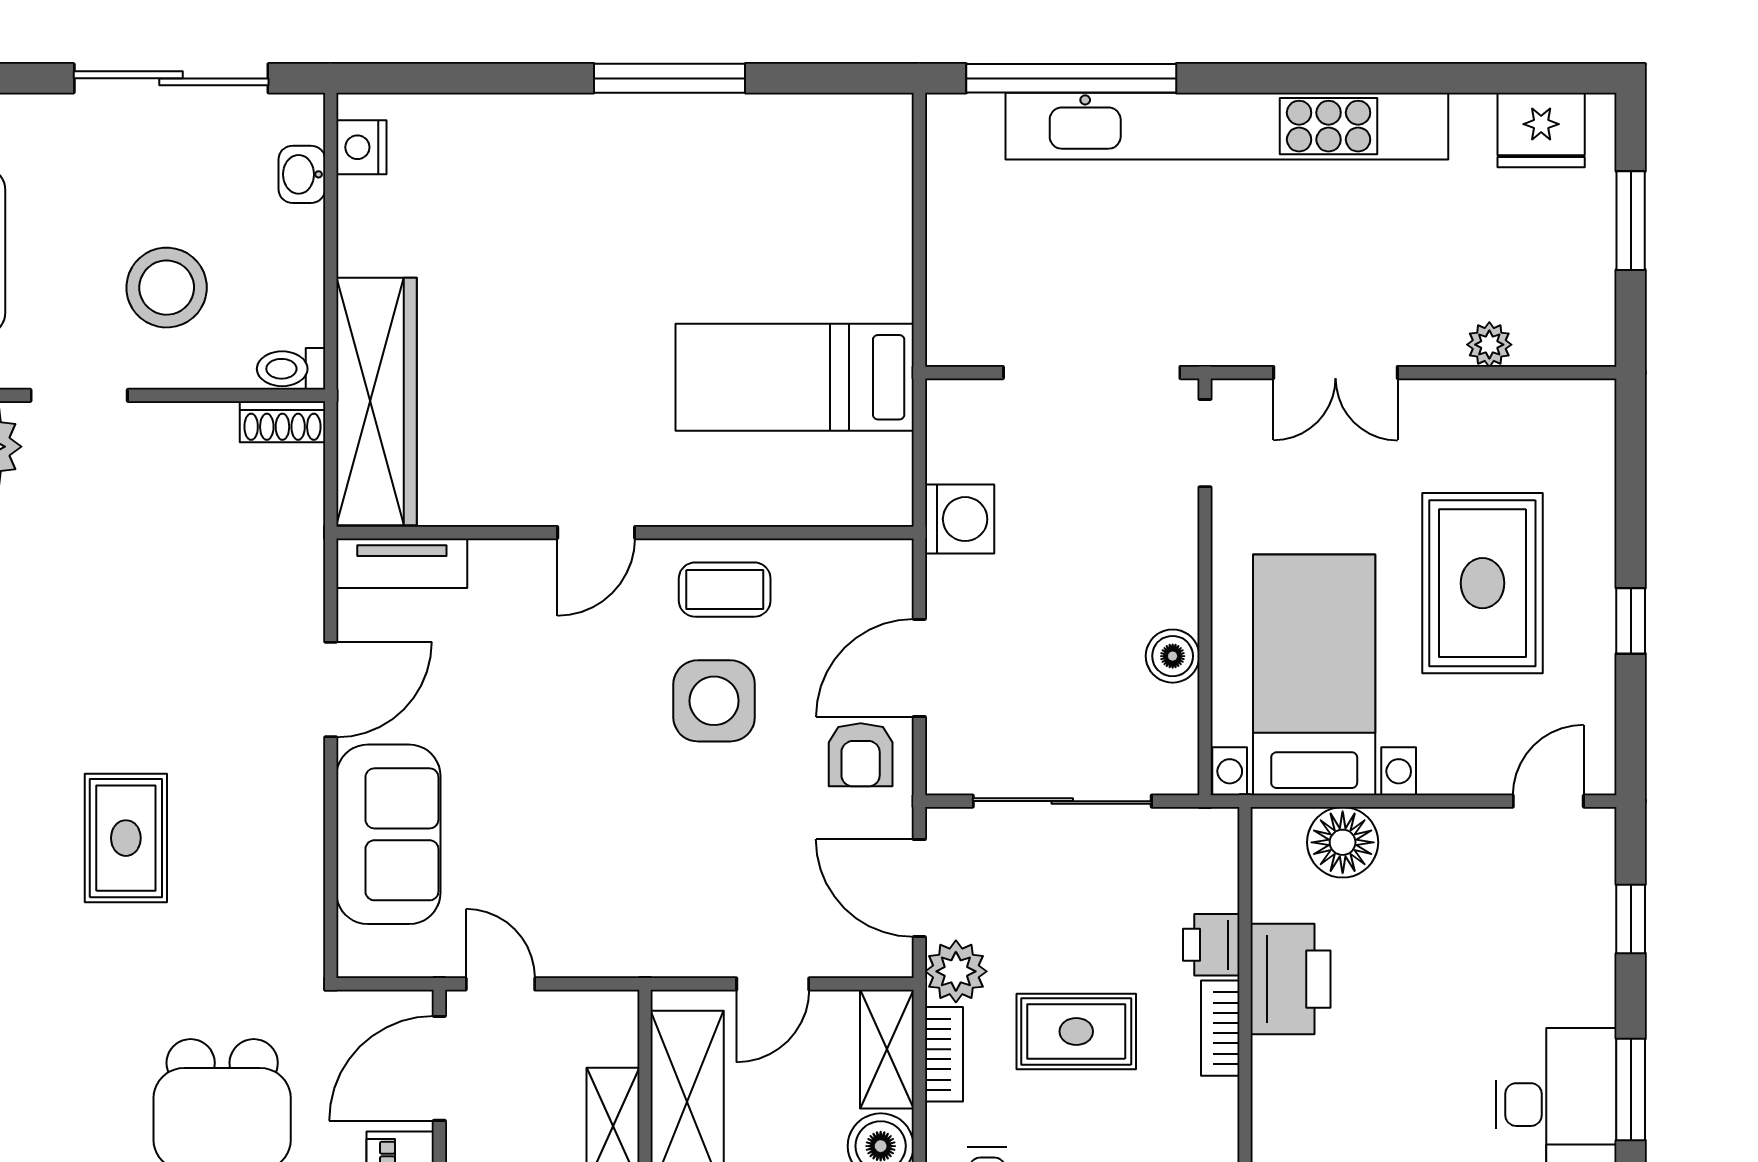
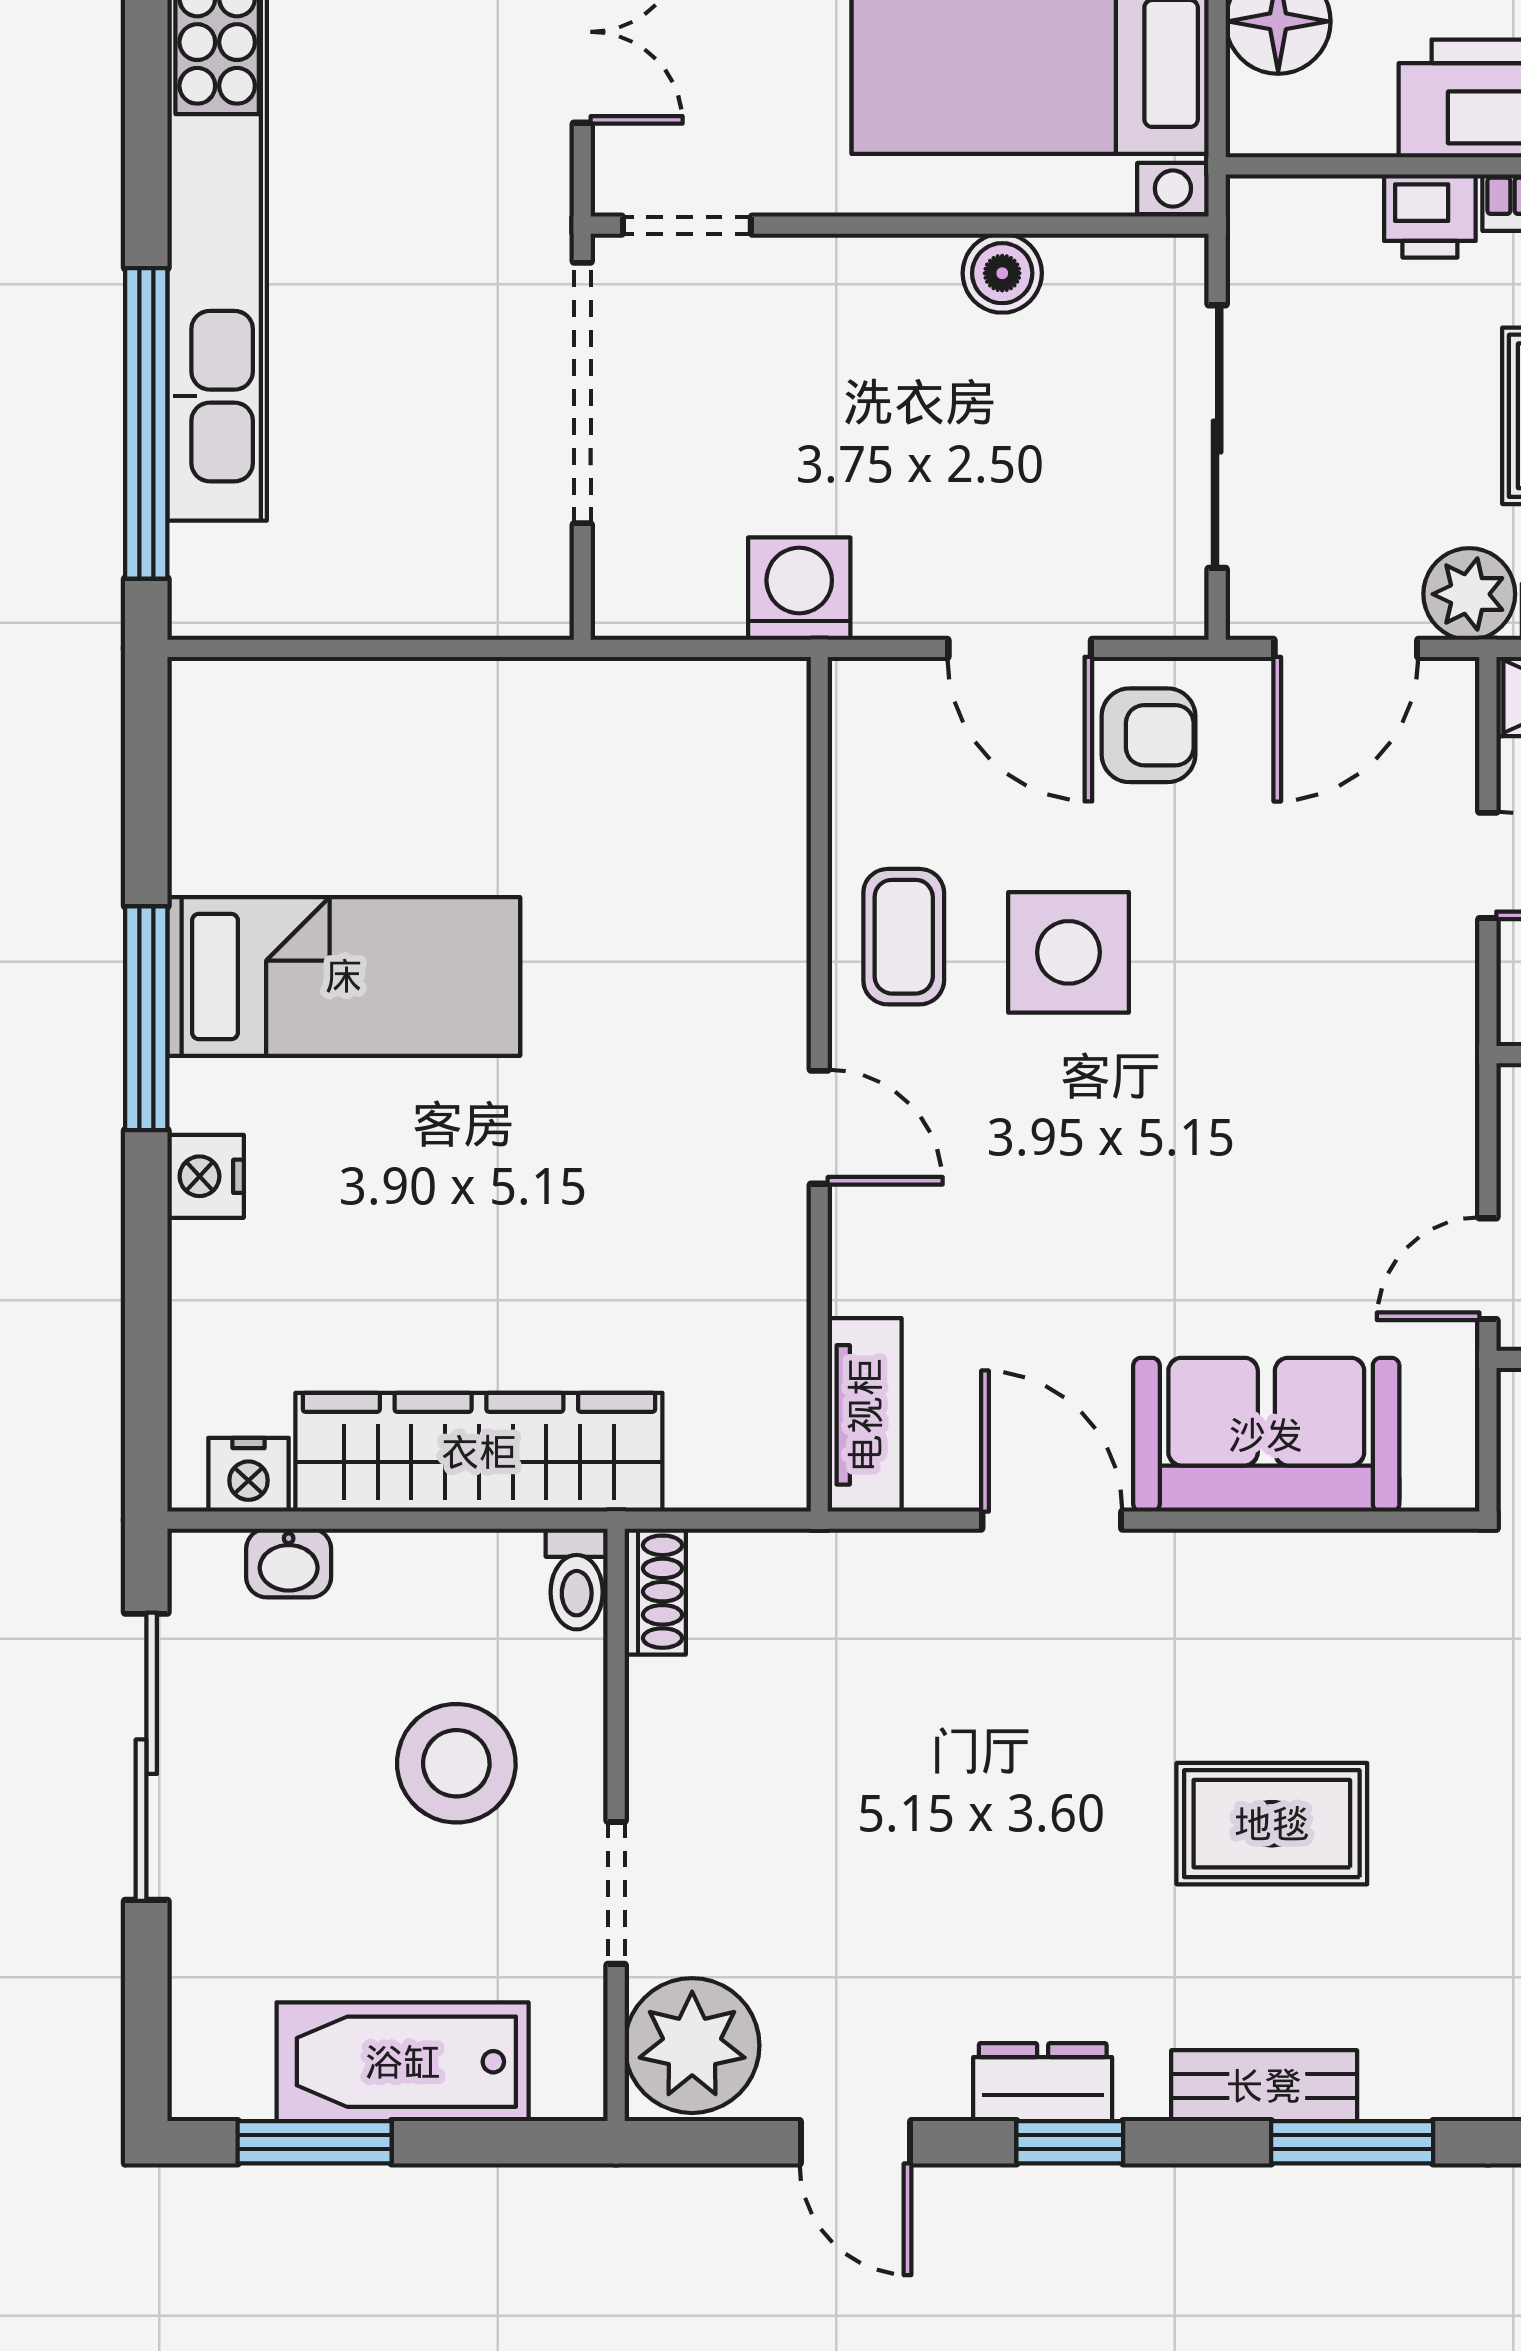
nightstand: (563, 118) -> (206, 1176), added
bed: (795, 377) -> (344, 976), moved, turned -90
wardrobe: (377, 401) -> (479, 1452), moved

